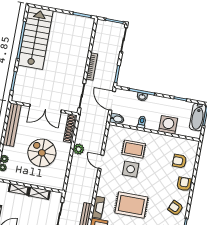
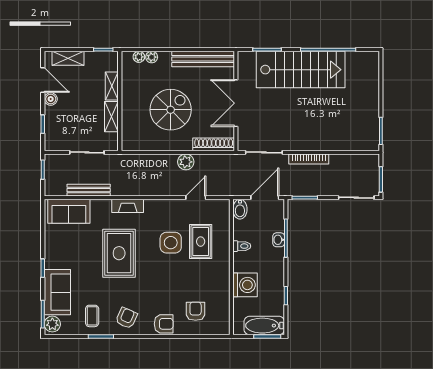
stairs: (35, 38) -> (301, 70), moved
door: (101, 162) -> (196, 198), moved
fireplace: (98, 207) -> (128, 206), moved

